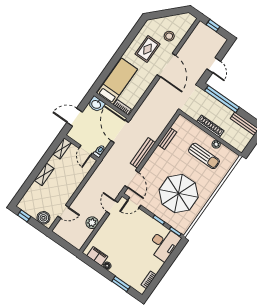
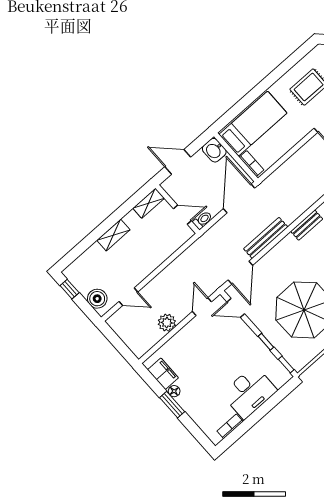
door: (86, 151) -> (182, 215), swing flipped
desk: (164, 244) -> (249, 392), moved
window: (121, 284) -> (172, 405), moved

